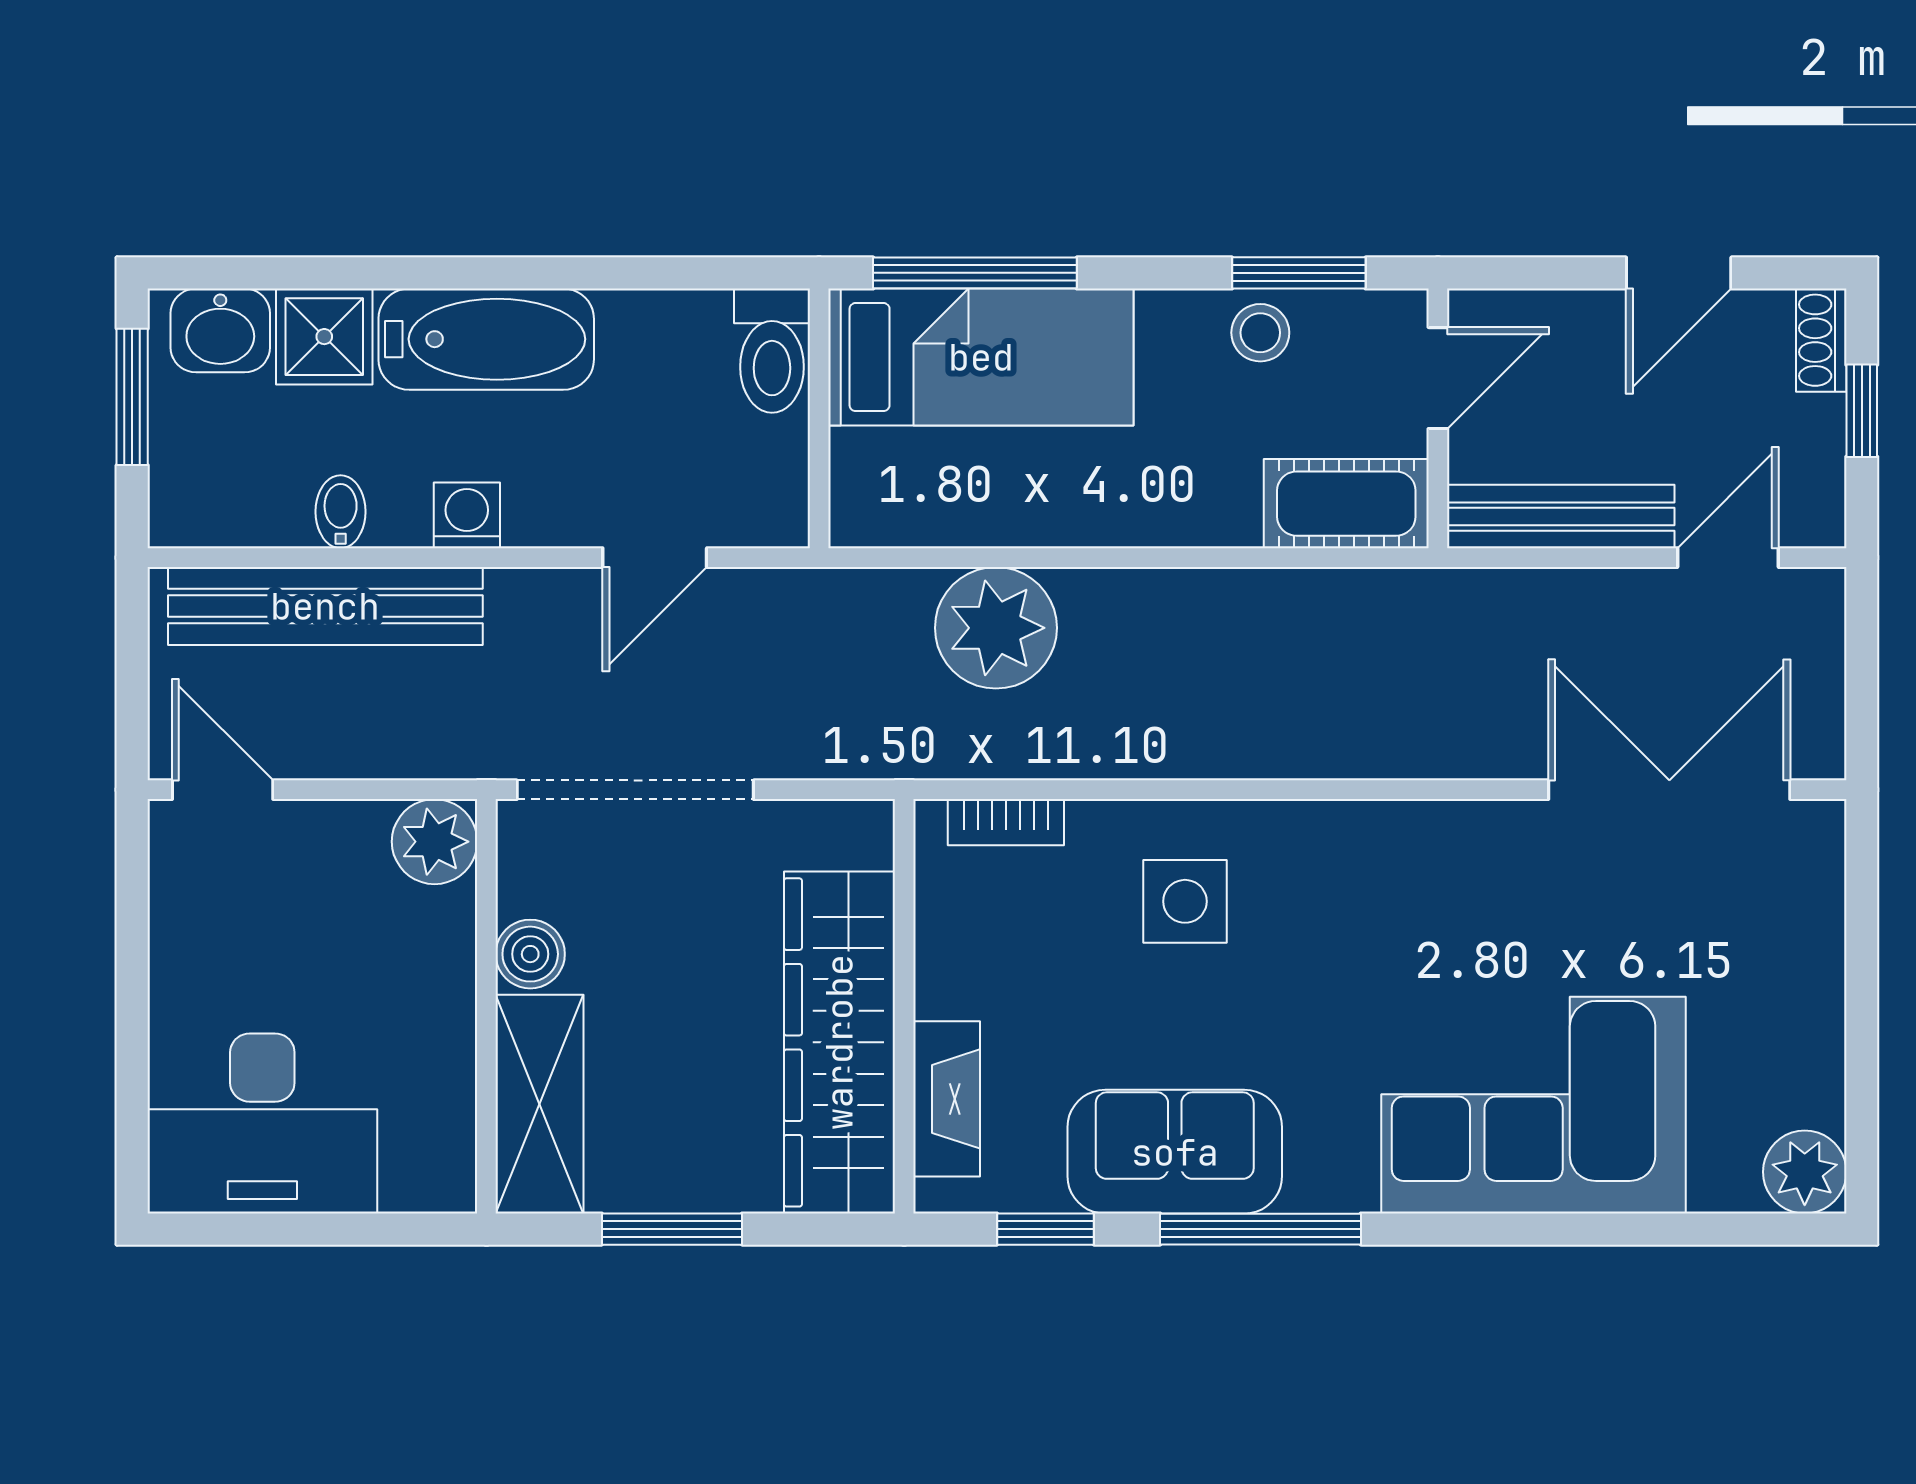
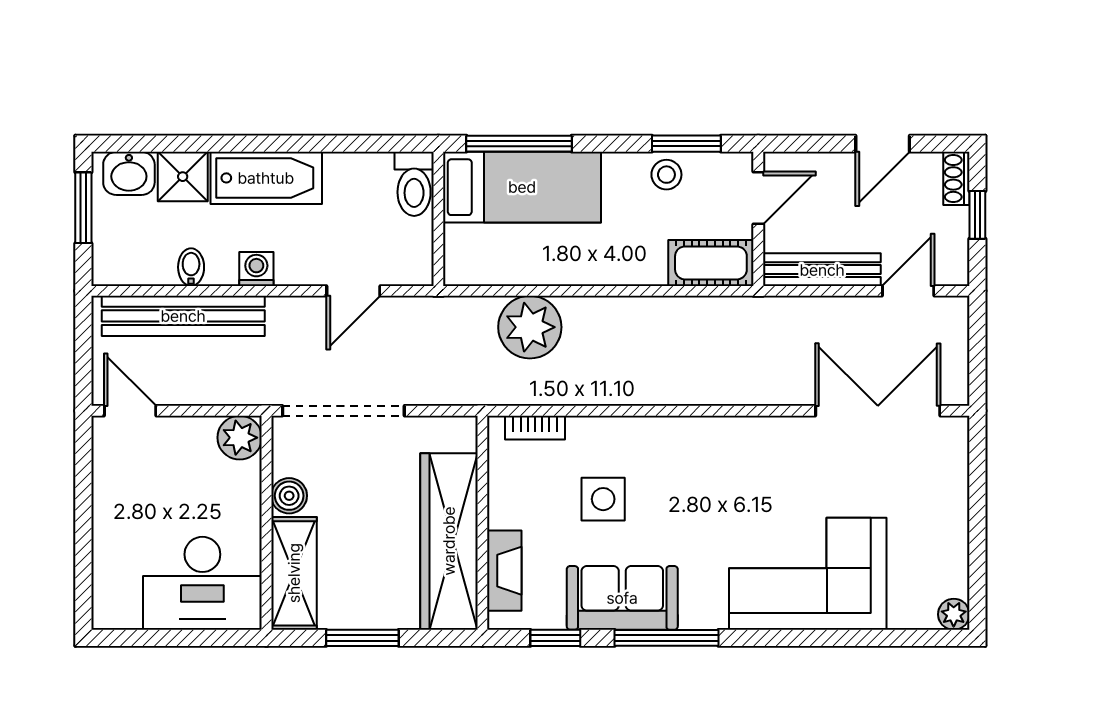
side table: (1185, 901) -> (603, 499), moved
desk: (262, 1123) -> (202, 583), moved
plant: (1805, 1172) -> (954, 614), width x0.73, depth x0.73

